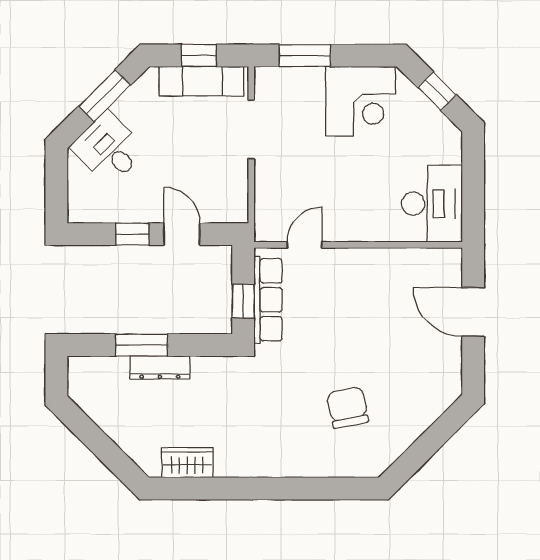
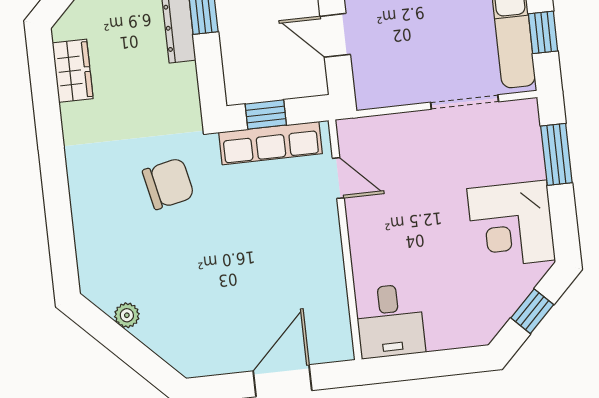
desk: (432, 204) -> (390, 321), width x0.73
door: (182, 234) -> (335, 35), swing flipped
chair: (347, 407) -> (168, 184), moved
plant: (402, 439) -> (127, 315), added

